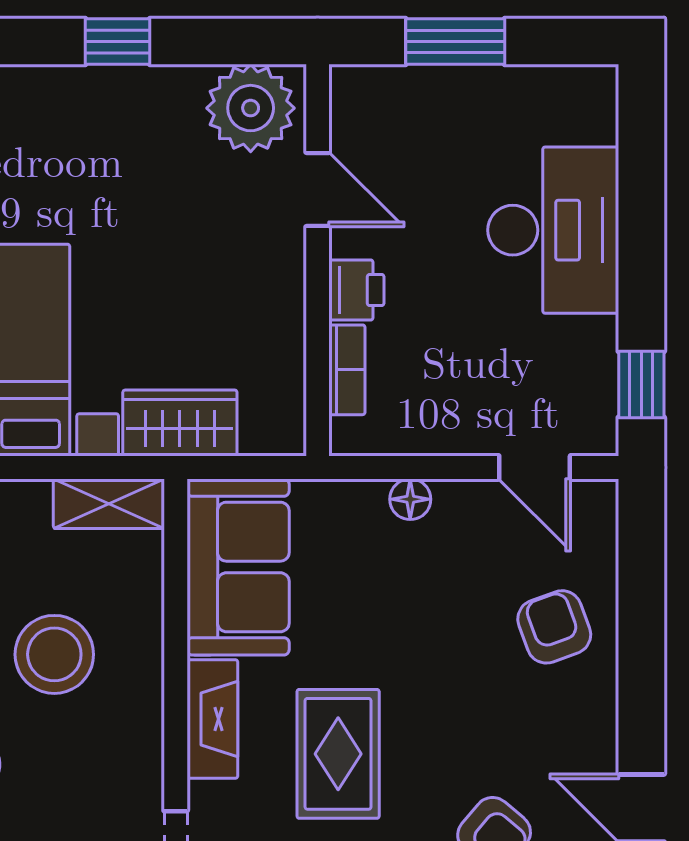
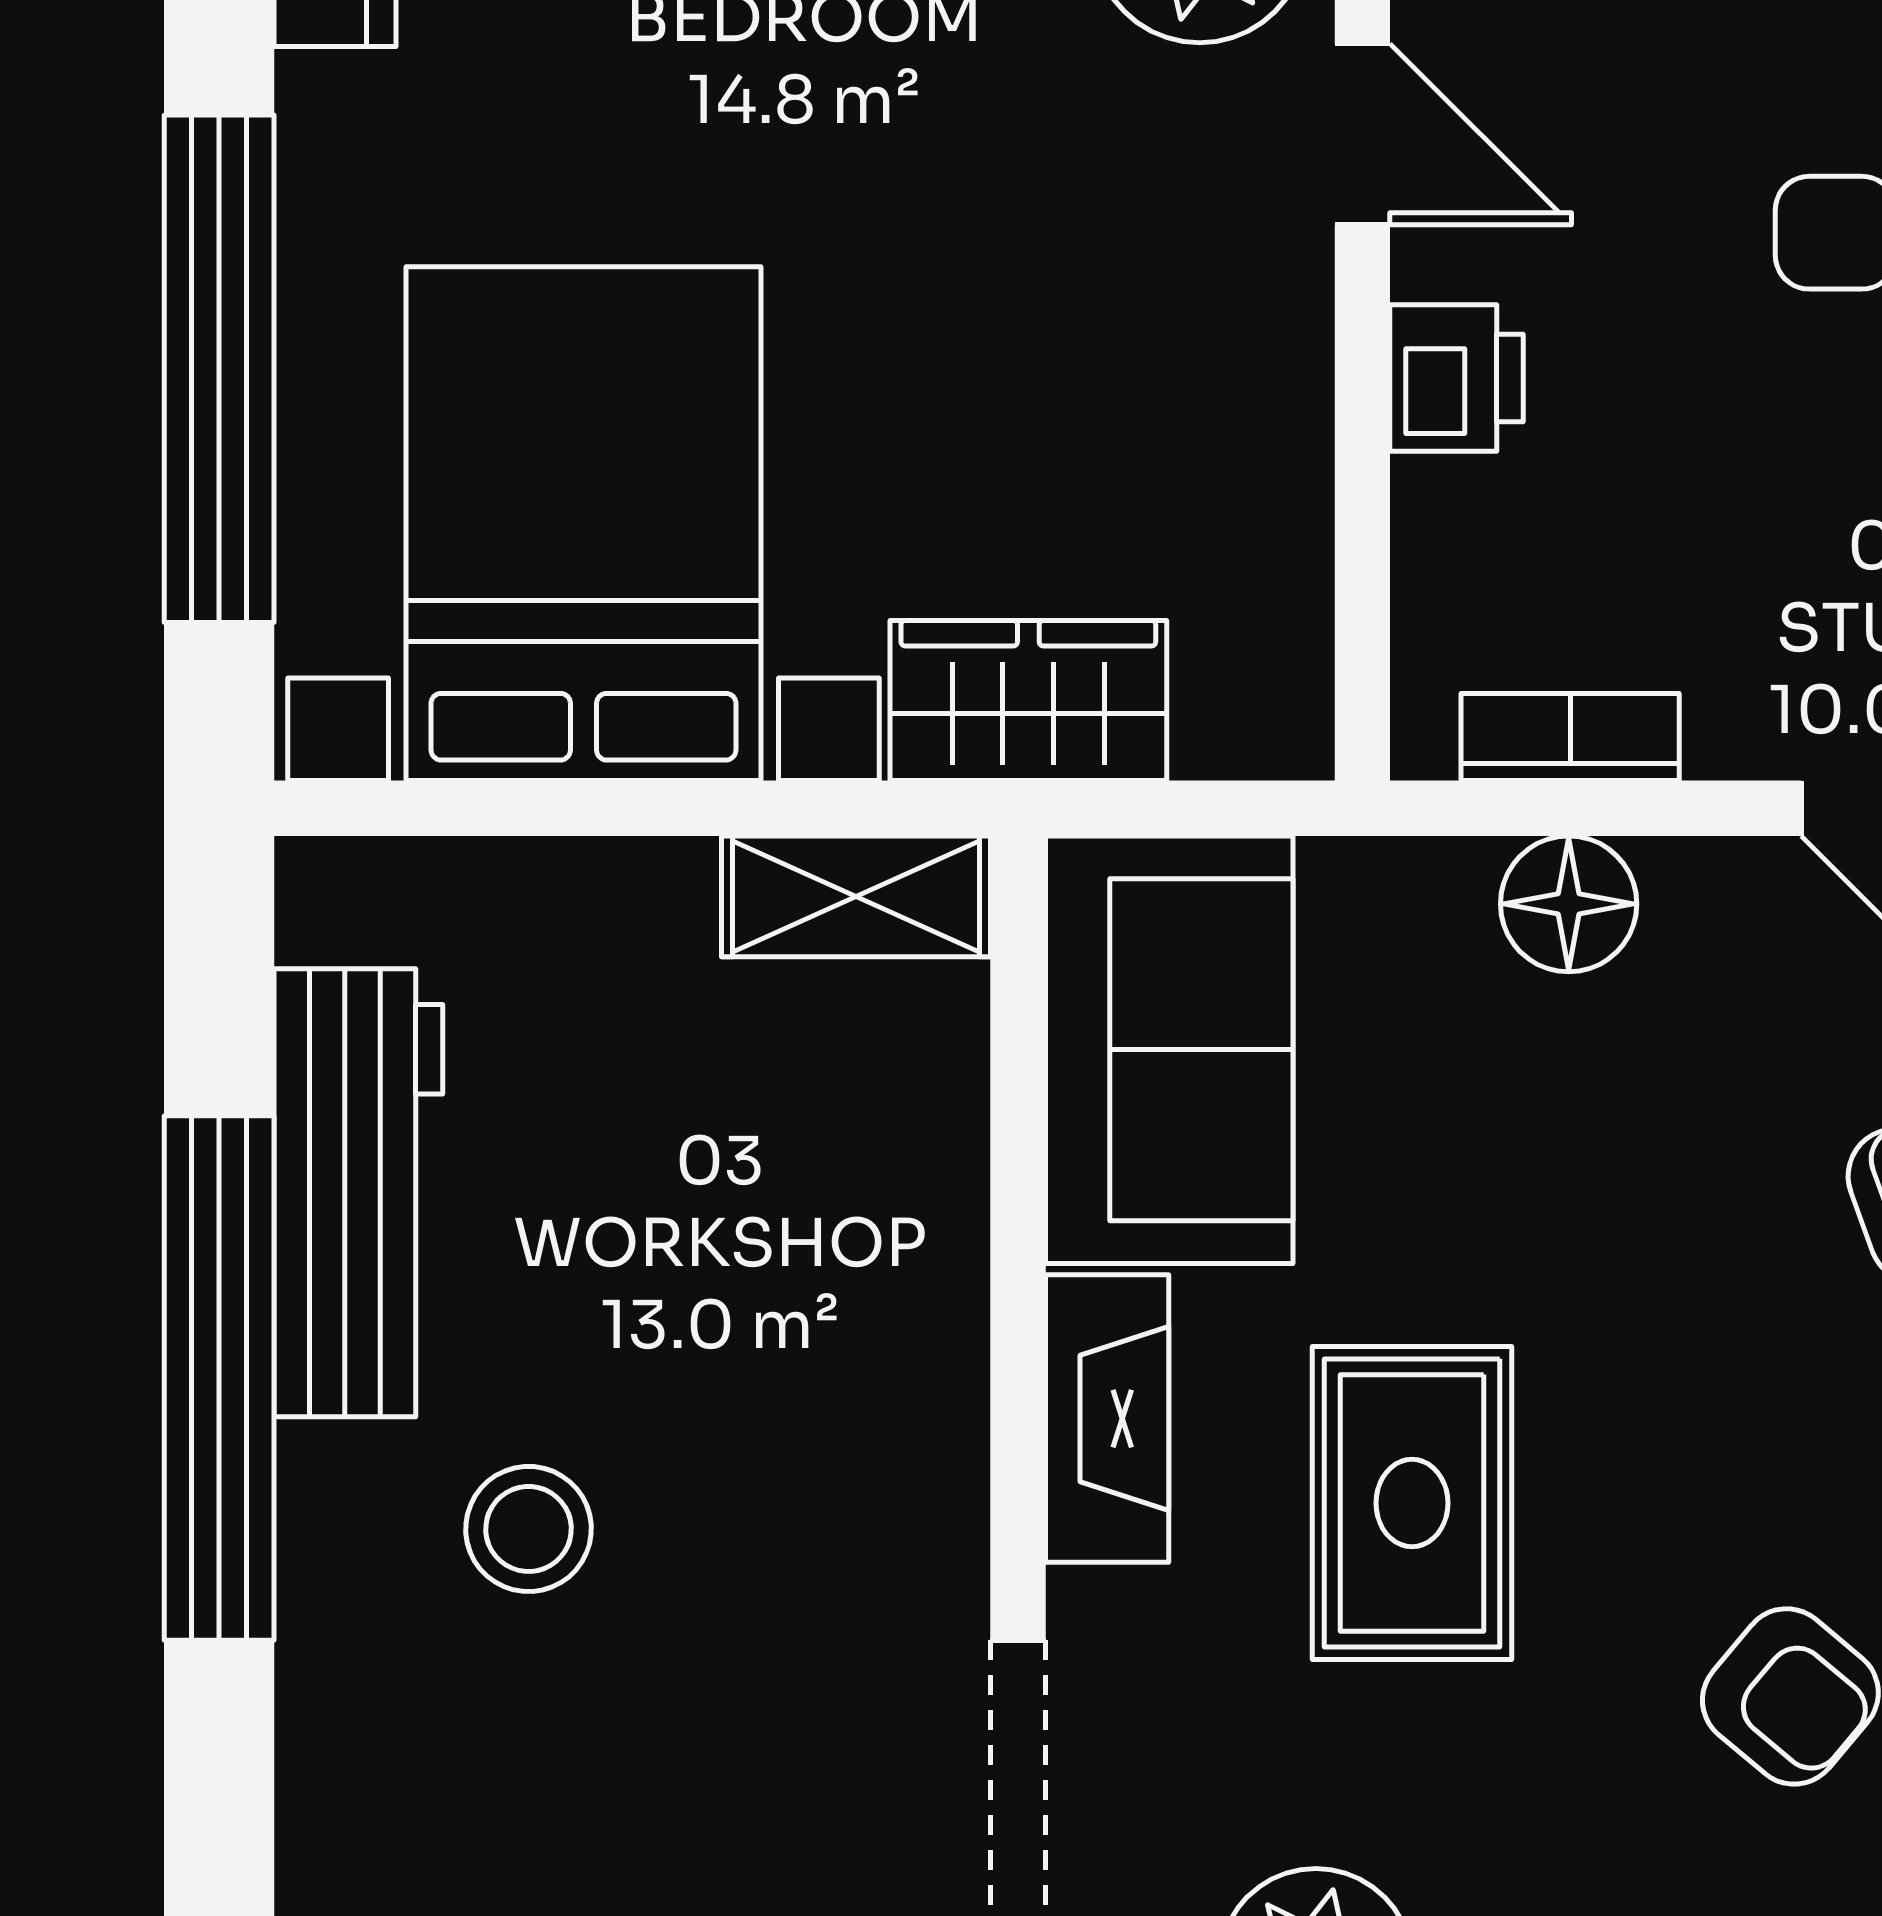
bookcase: (347, 370) -> (1570, 737), moved, turned -90
floor lamp: (410, 499) -> (1569, 904), width x1.37, depth x1.37
stool: (54, 654) -> (724, 1262), removed

